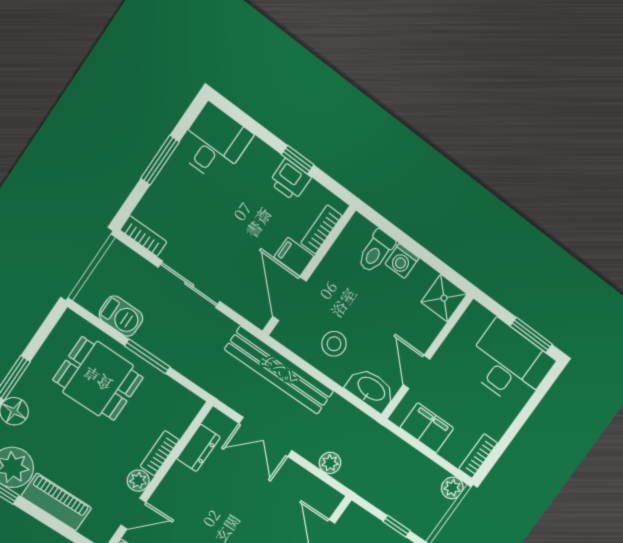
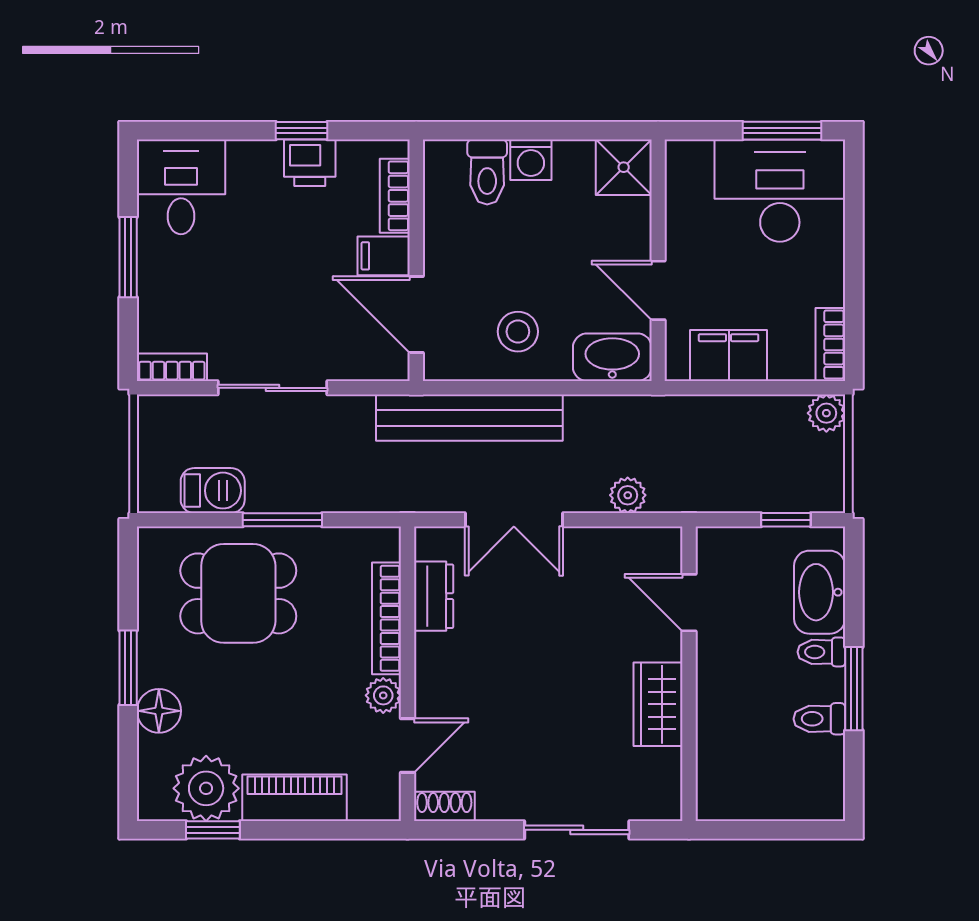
bookcase: (160, 453) -> (386, 618), width x1.56

